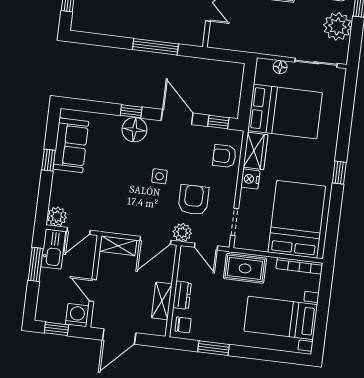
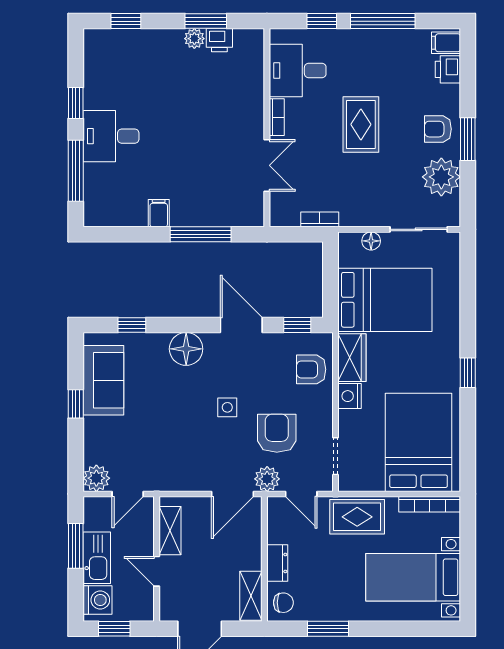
filing cabinet: (127, 27) -> (159, 213), added
bookcase: (244, 47) -> (320, 219), added
window: (131, 111) -> (132, 325), moved
shelving: (118, 246) -> (170, 531), moved, turned 90
kitchen sink: (53, 249) -> (97, 558), moved
shelving: (162, 301) -> (251, 596), moved
washing machine: (77, 315) -> (97, 600), moved, turned 90

